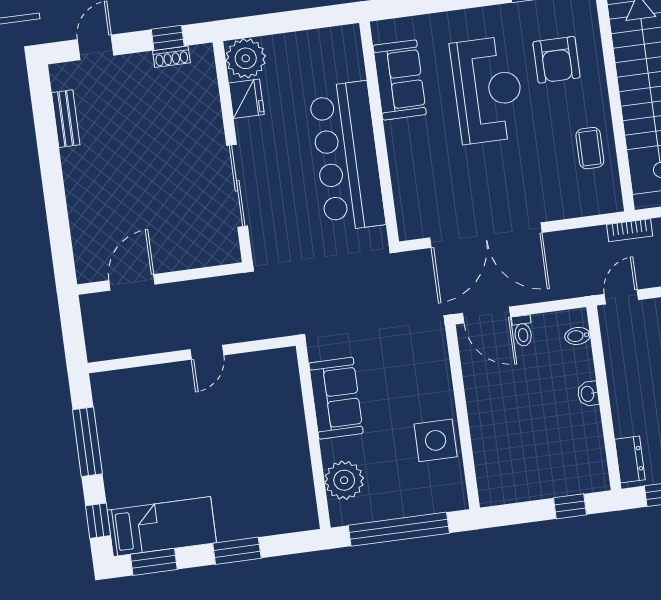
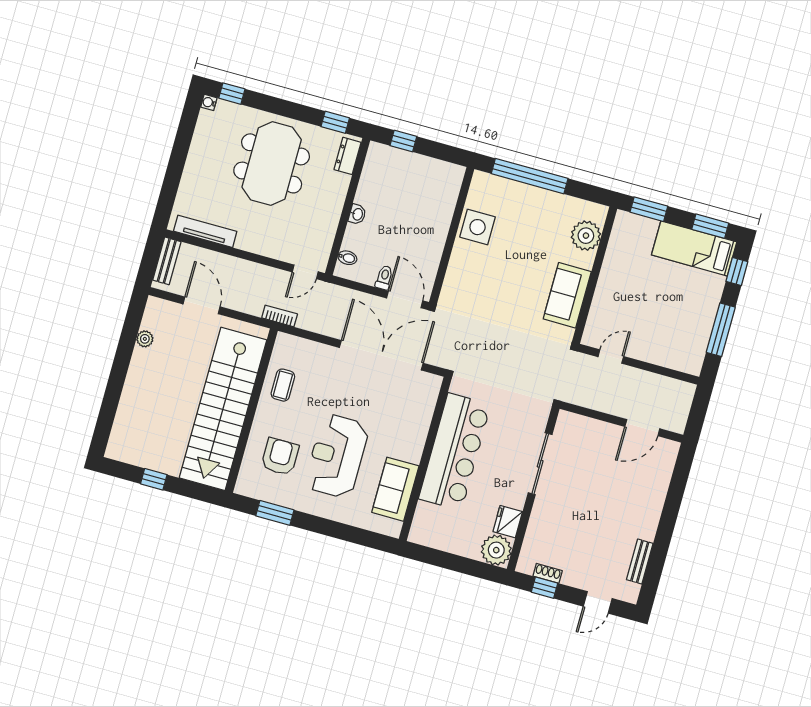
sofa: (336, 398) -> (567, 295), moved
wall: (313, 437) -> (595, 275), moved
plant: (344, 480) -> (586, 236), moved

